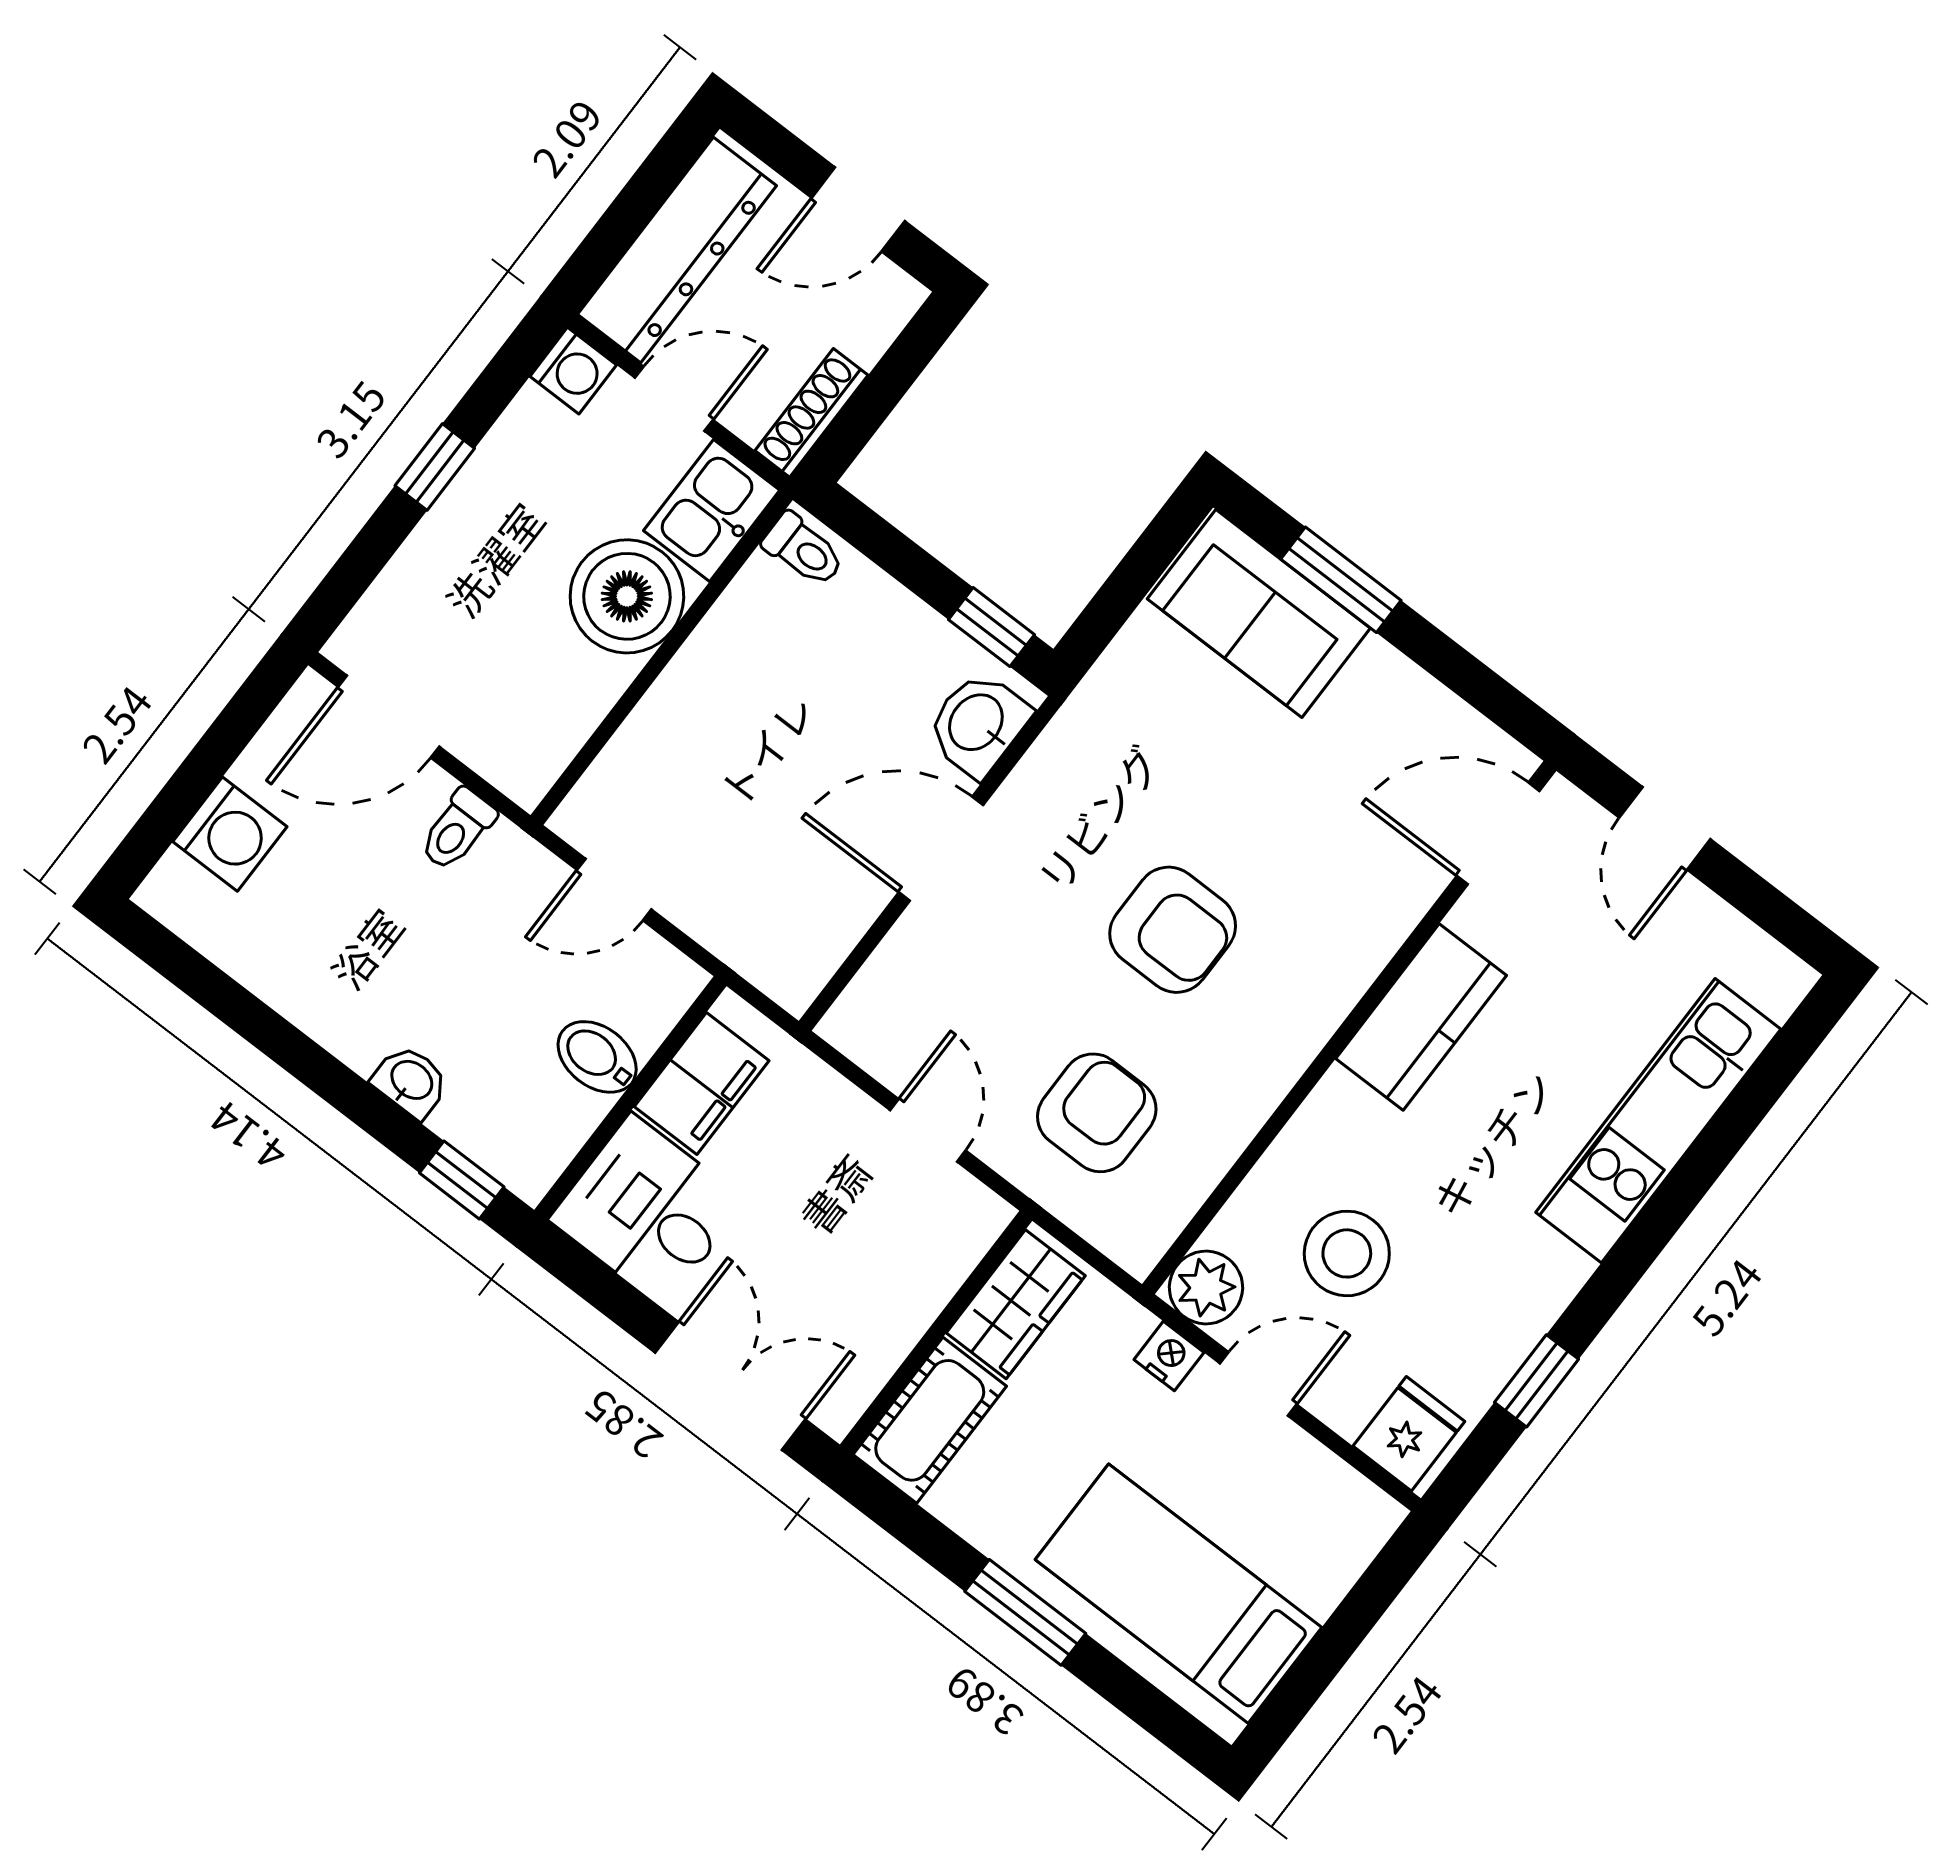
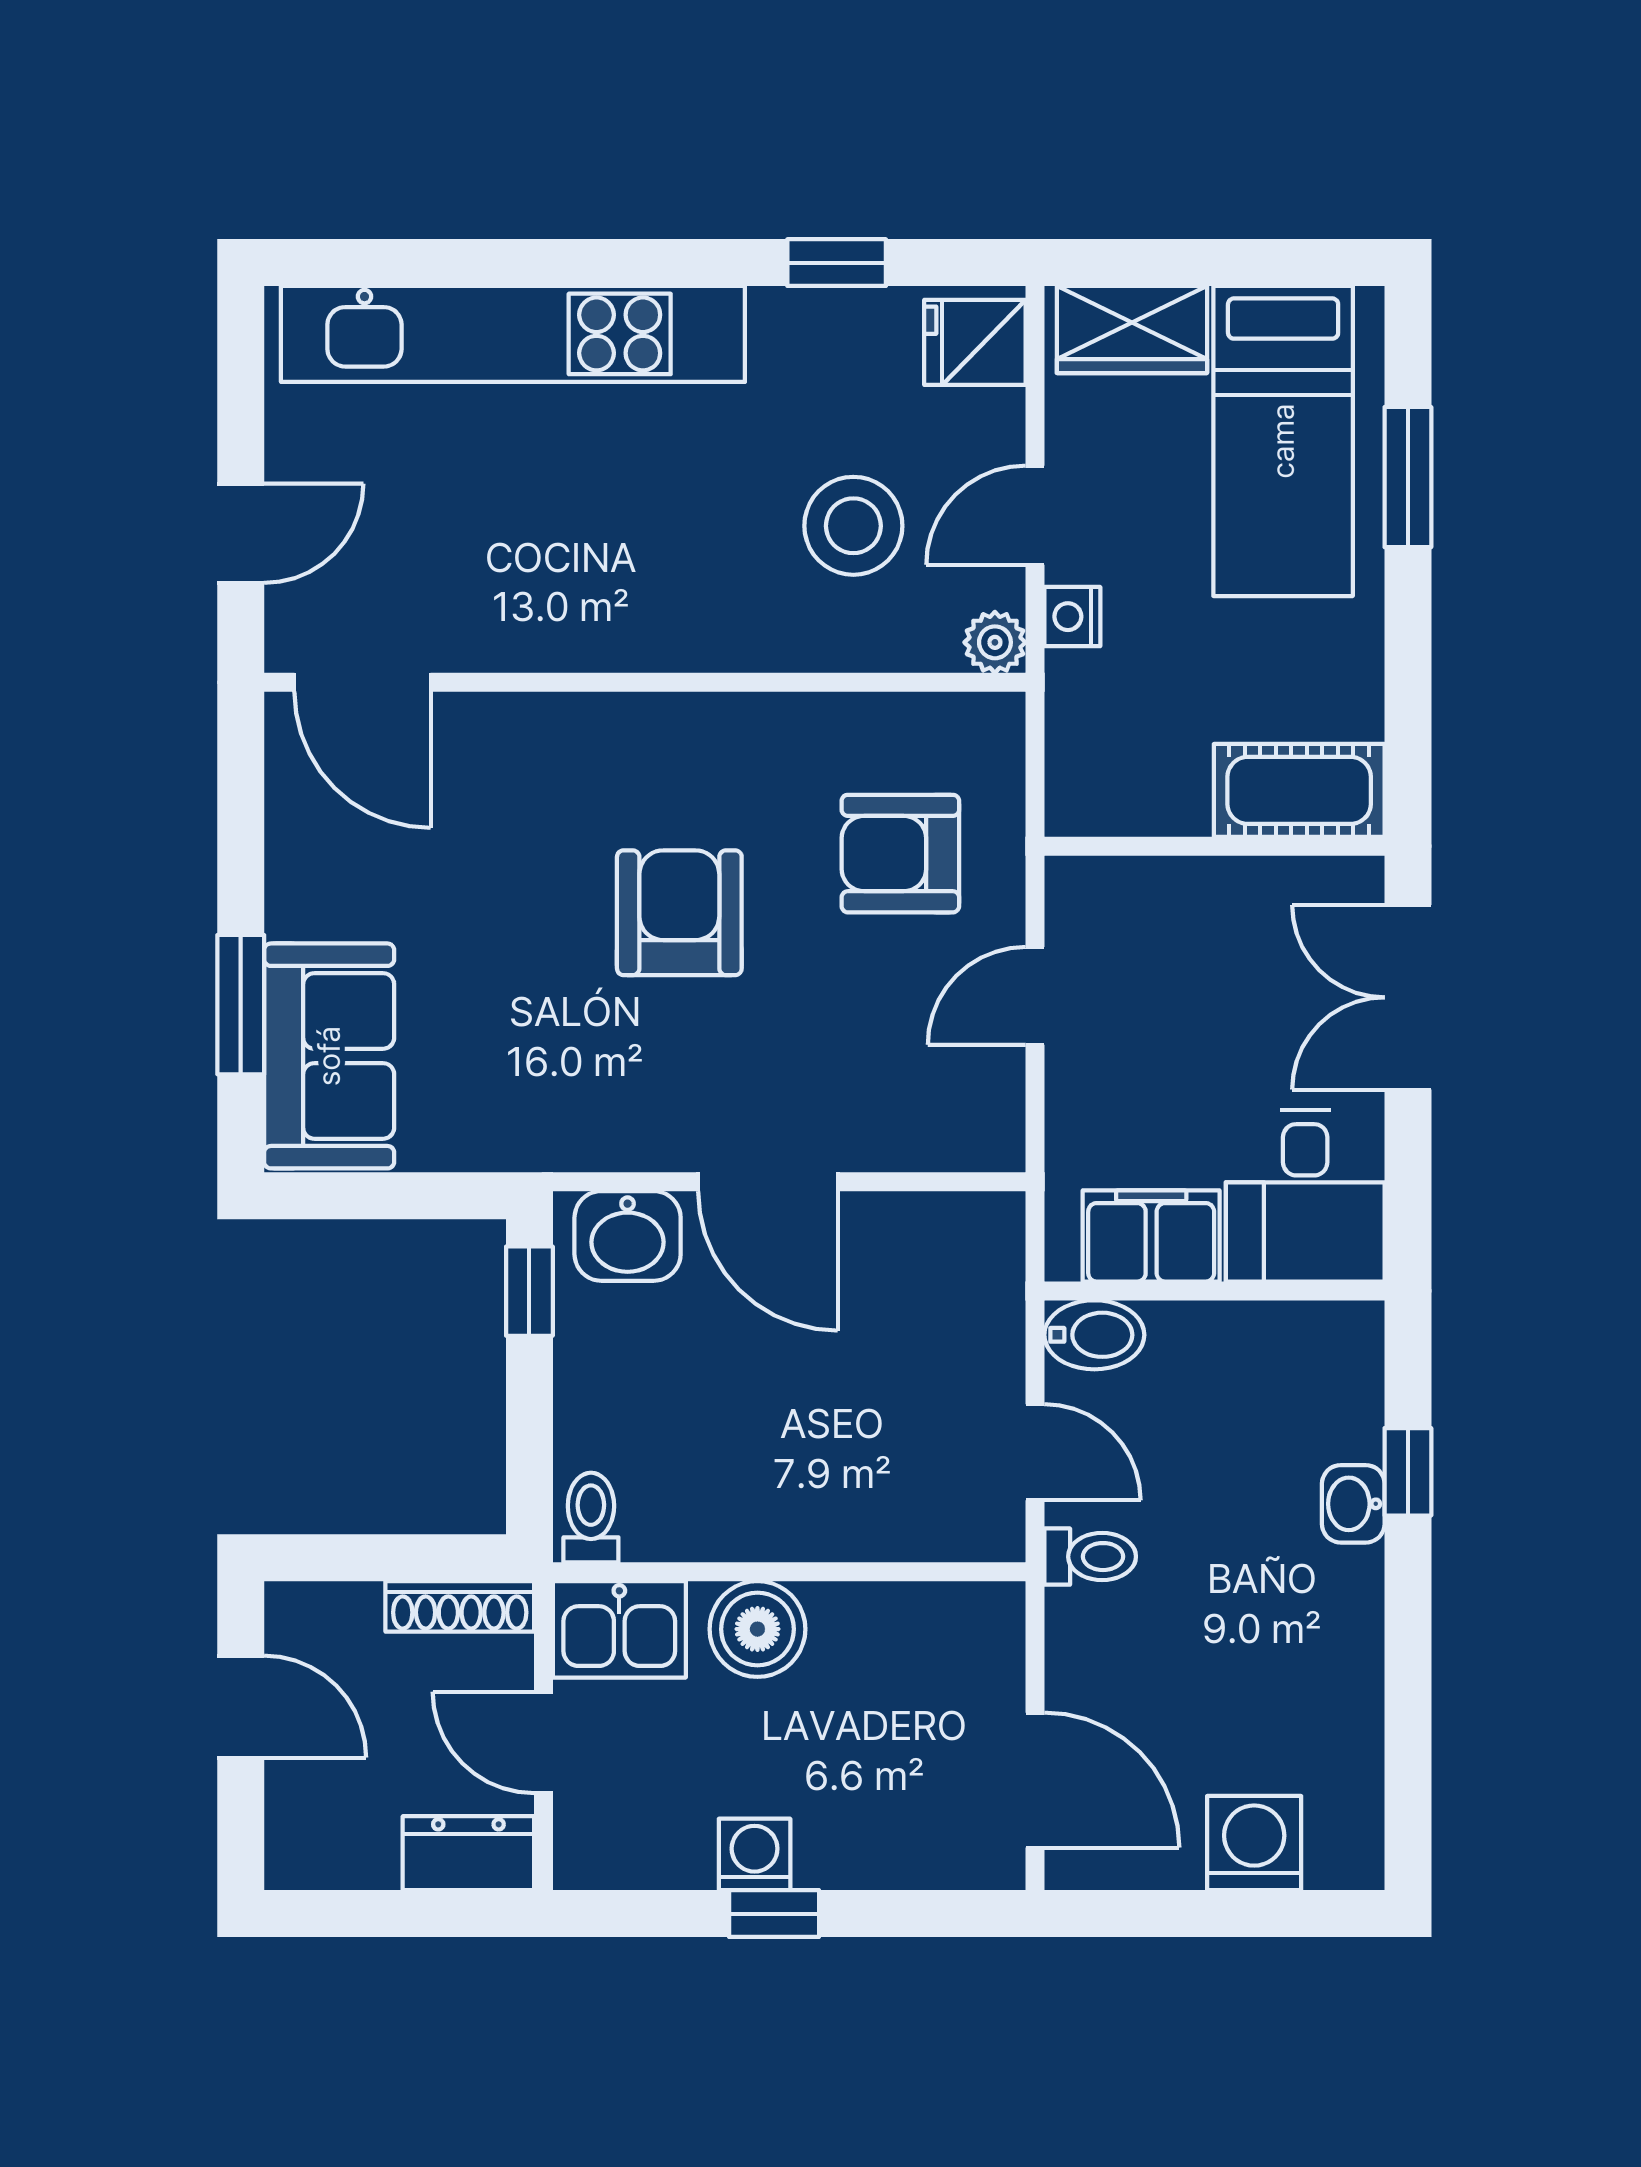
dresser: (677, 250) -> (468, 1853), width x0.51, depth x0.80
washing machine: (573, 371) -> (755, 1854), moved
boiler: (627, 596) -> (757, 1629), width x0.73, depth x0.73
toilet: (457, 830) -> (1090, 1557), moved
kitchen counter: (1421, 1017) -> (585, 624), removed
bidet: (597, 1057) -> (1094, 1335), moved, turned -90
kitchen unit: (1658, 1121) -> (513, 334), width x1.36
window: (462, 1180) -> (1408, 1472), moved
plant: (1206, 1287) -> (995, 642), width x0.73, depth x0.73
wardrobe: (1016, 1304) -> (1132, 330), moved, turned 180
door: (1258, 1384) -> (1035, 515), hinge flipped
window: (1025, 1612) -> (1408, 477), moved

